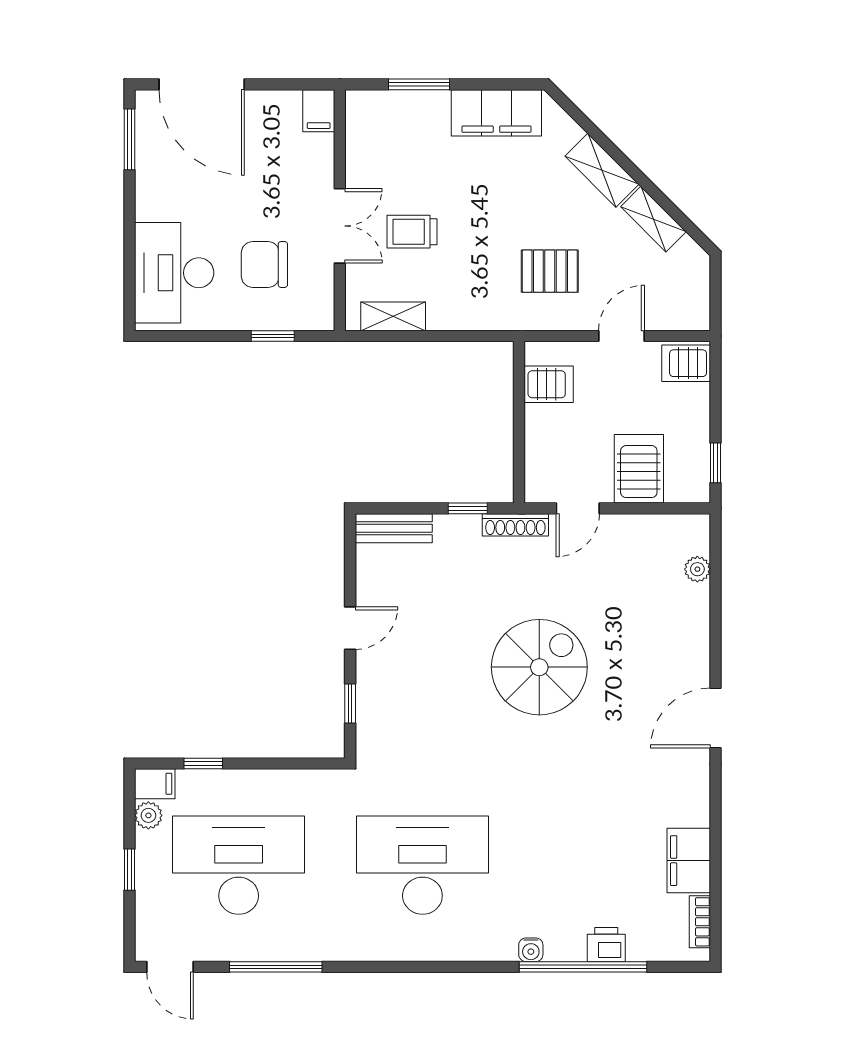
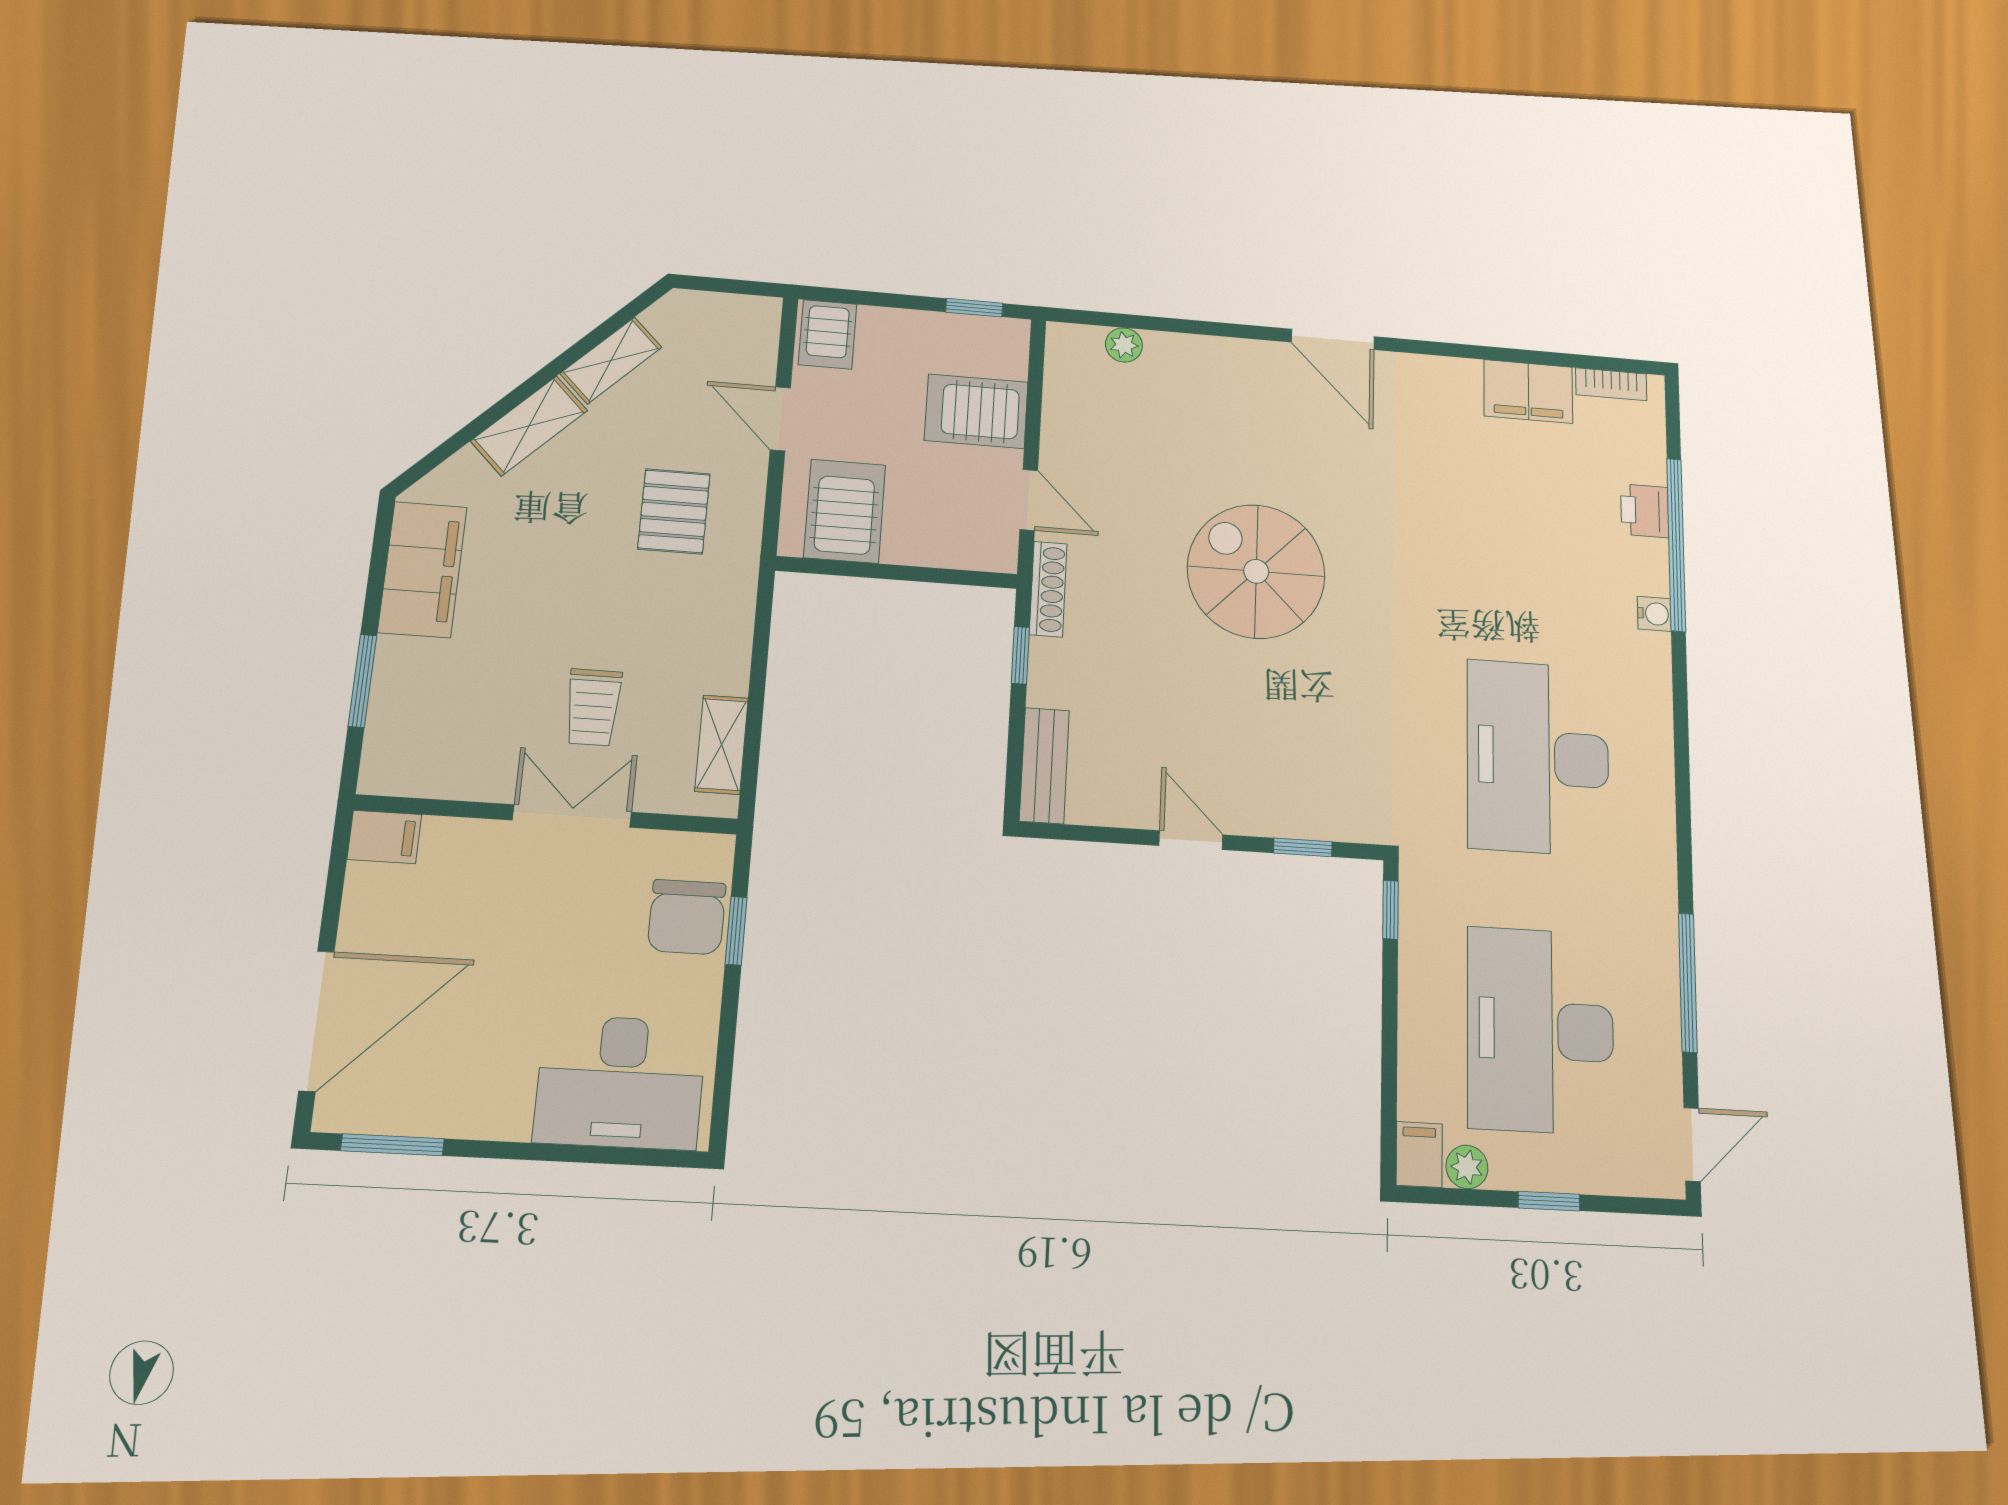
chair: (264, 265) -> (687, 917), moved
server rack: (549, 384) -> (845, 511), width x1.36, depth x1.44
window: (203, 763) -> (1391, 910), moved

